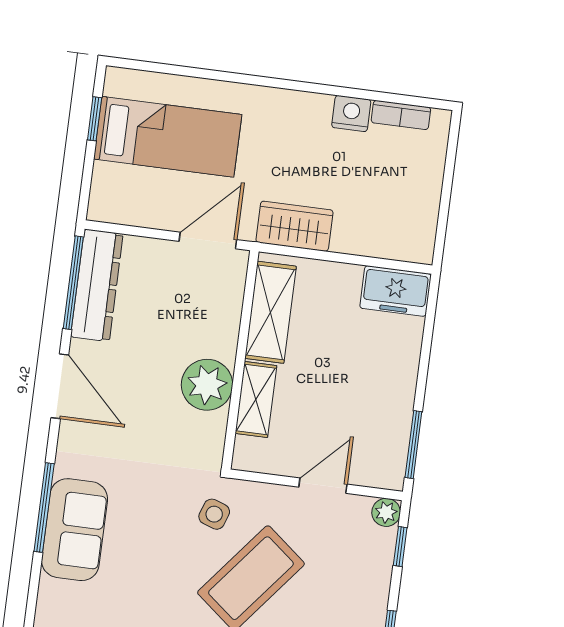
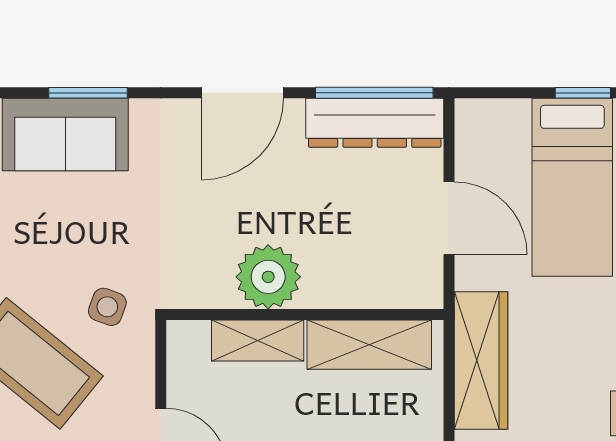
wardrobe: (294, 226) -> (481, 361), width x1.50
door: (208, 241) -> (449, 218), moved
window: (44, 508) -> (88, 93), width x0.69

